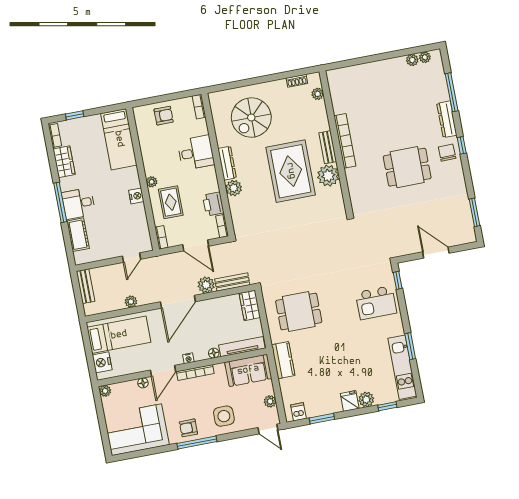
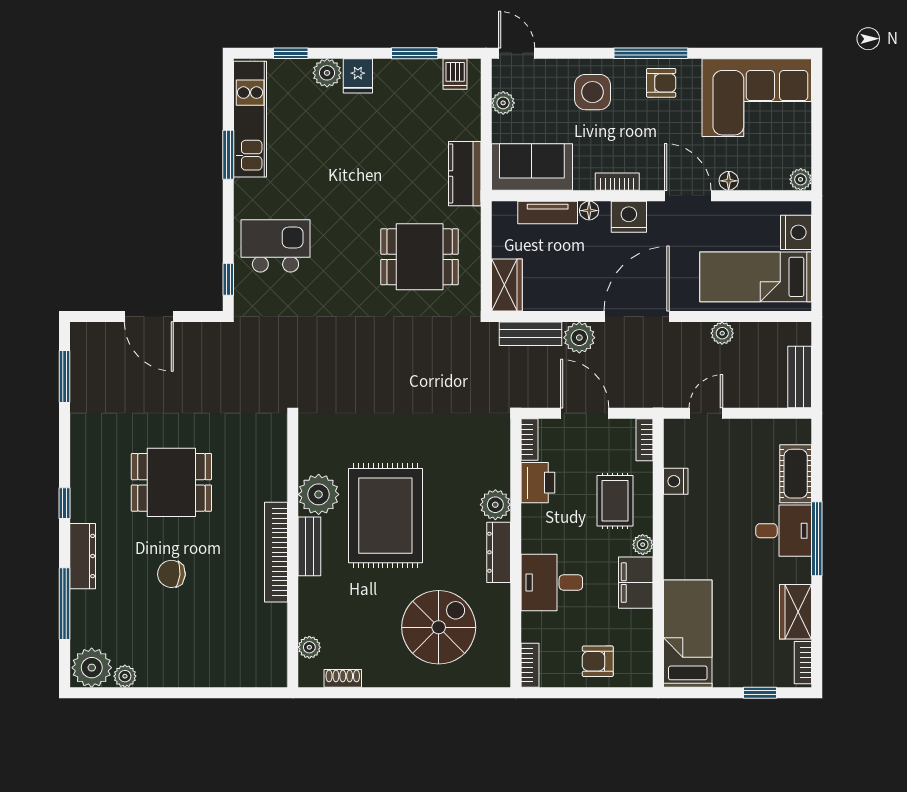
plant: (425, 57) -> (92, 668), width x1.88, depth x1.88
chair: (447, 153) -> (171, 574), moved, turned 96
filing cabinet: (152, 161) -> (636, 583), added
nightstand: (136, 196) -> (676, 481), moved
tv unit: (242, 347) -> (548, 212), width x0.71
nightstand: (188, 358) -> (629, 217), width x1.89, depth x1.79
door: (163, 371) -> (688, 196), hinge flipped
bookcase: (195, 373) -> (617, 182), width x0.64

